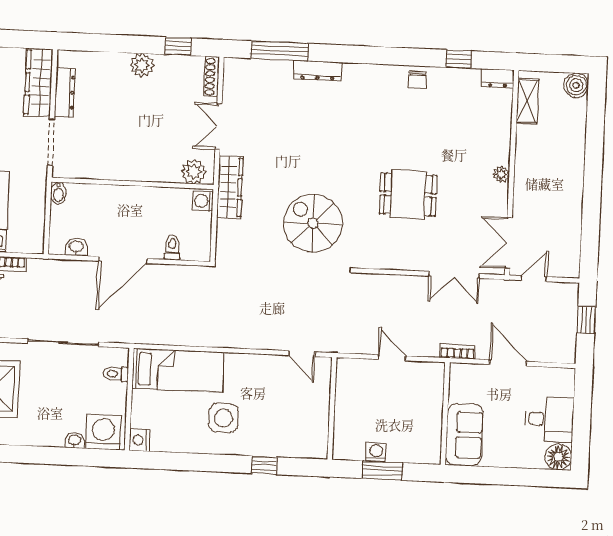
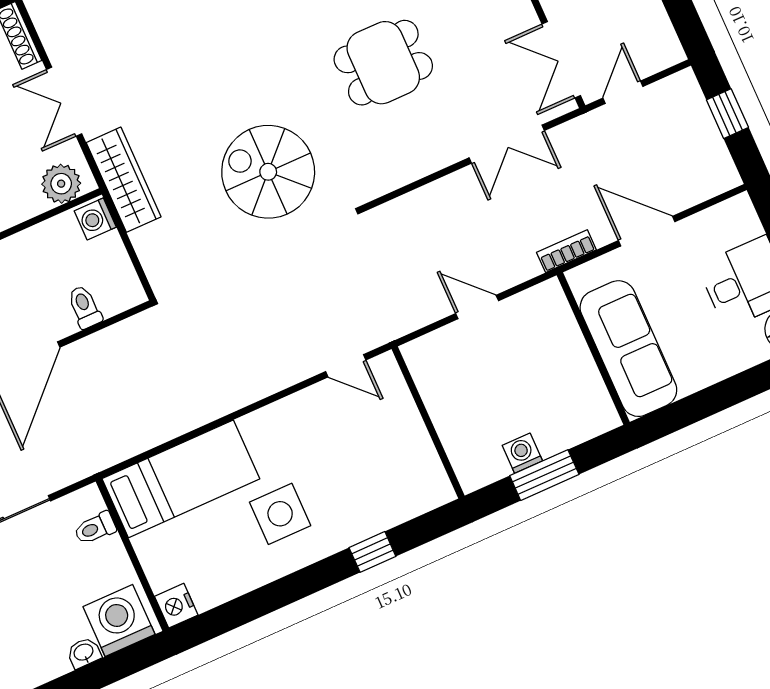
sofa: (464, 435) -> (628, 349), width x1.36

